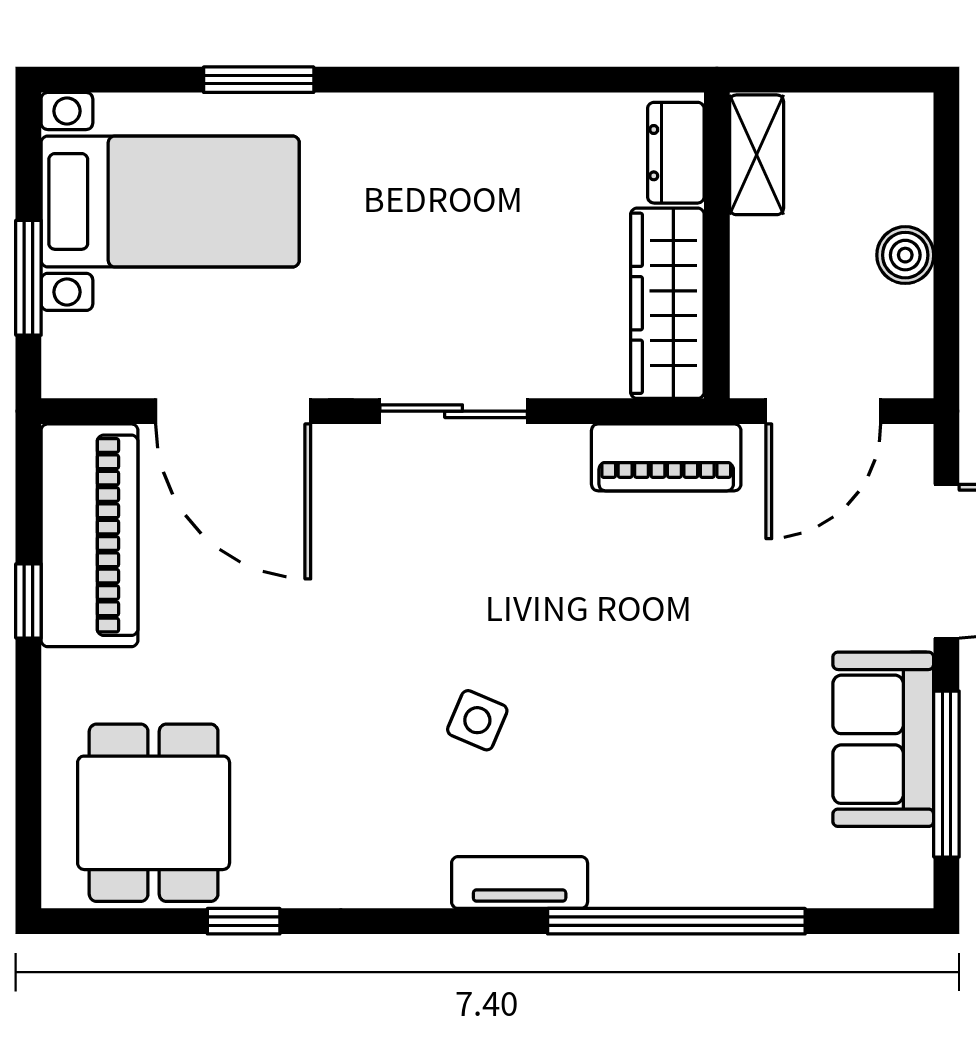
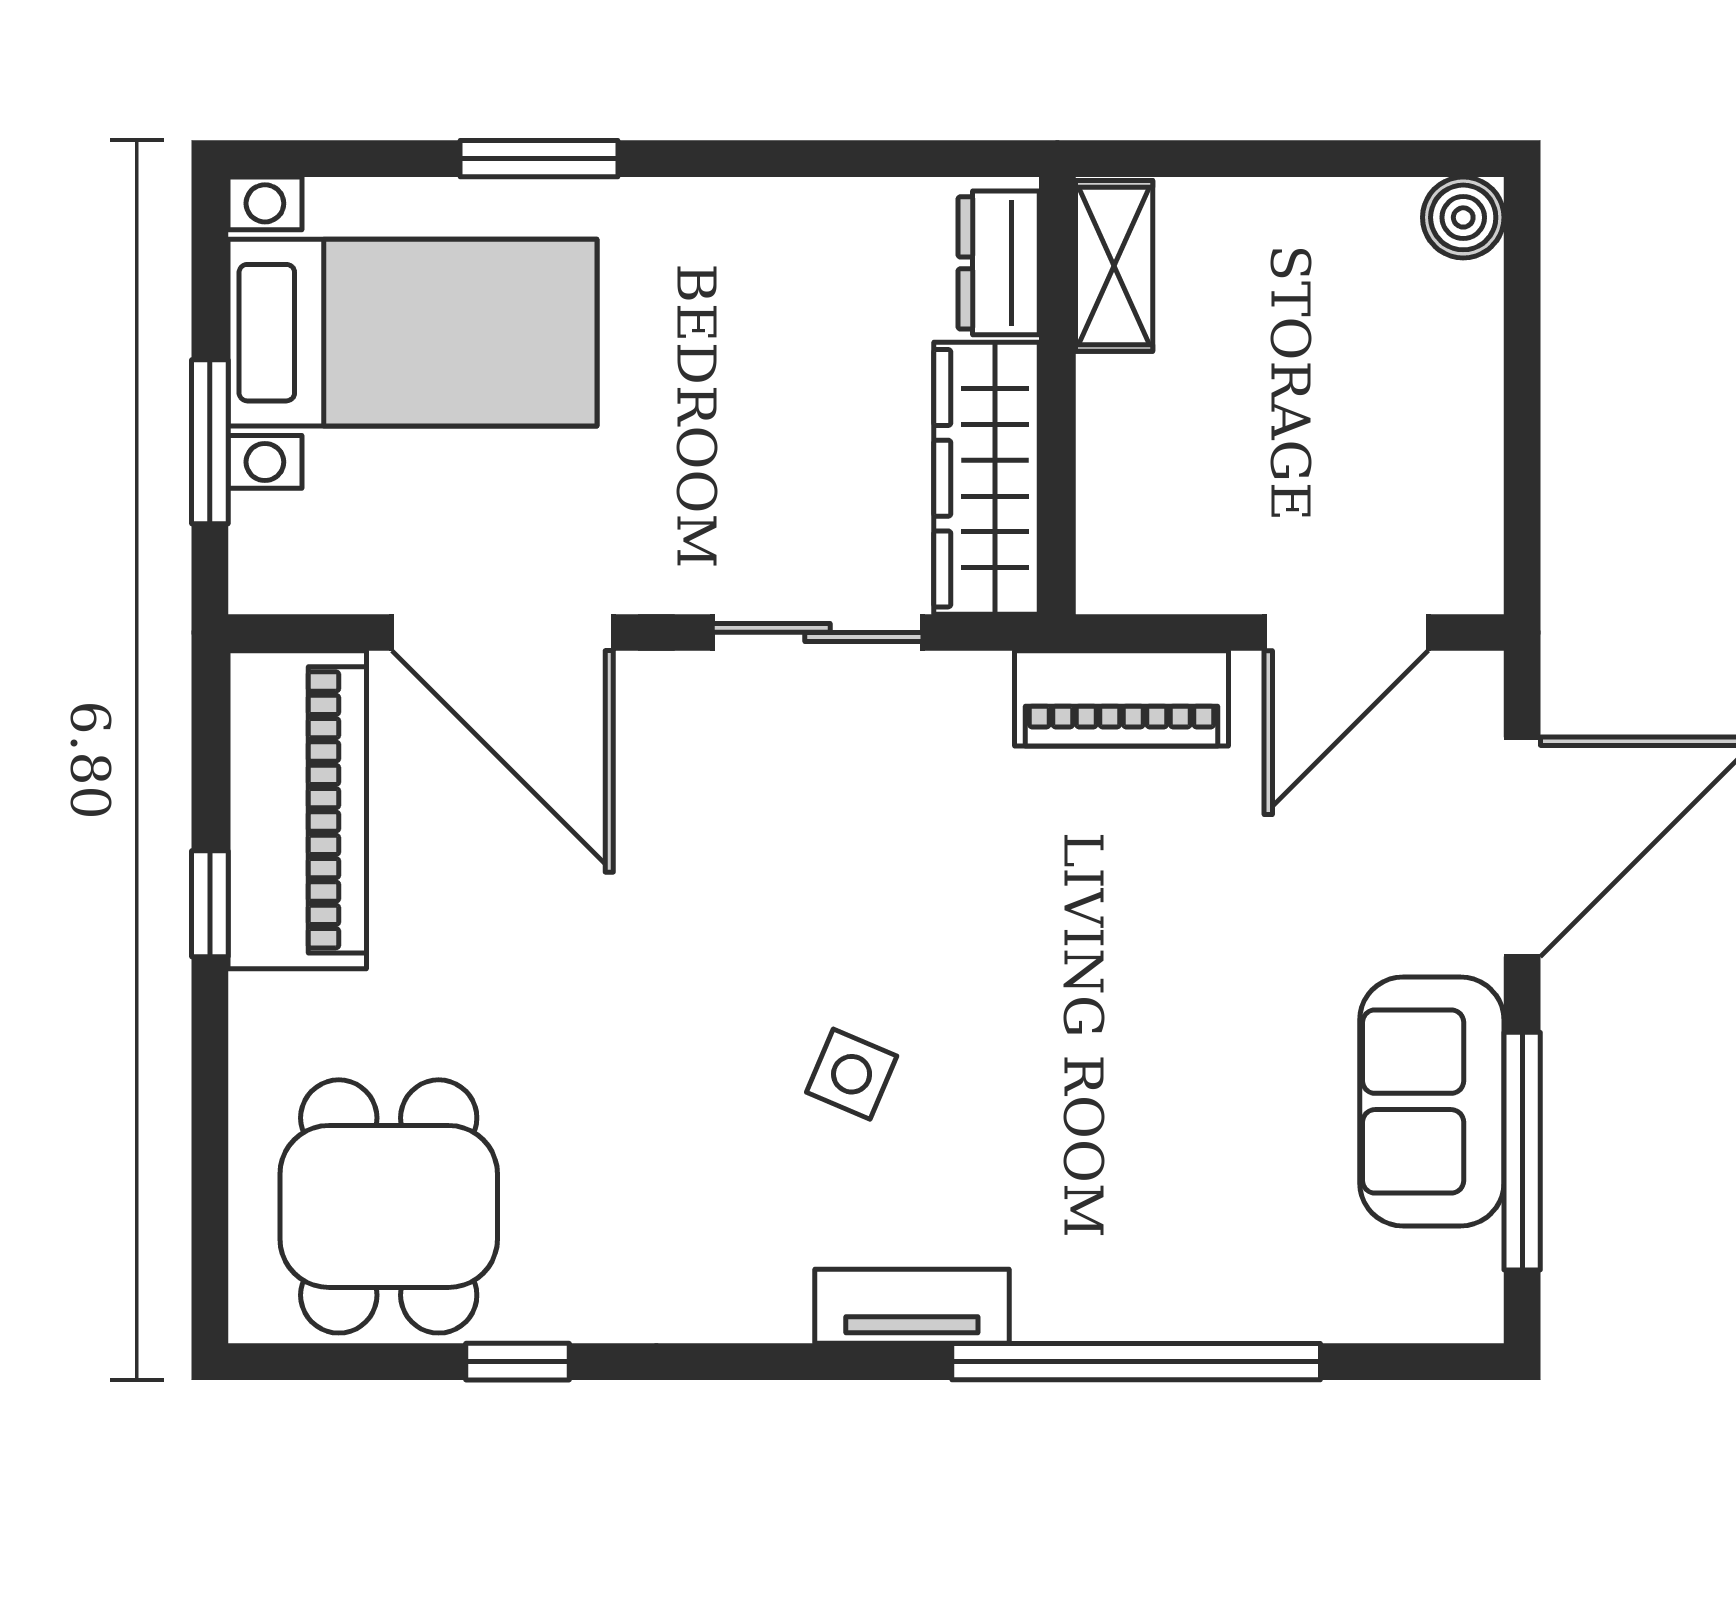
dresser: (676, 153) -> (999, 263), moved
shelving: (757, 155) -> (1114, 266), moved
wall: (717, 245) -> (1057, 396), moved
boiler: (905, 255) -> (1463, 217), moved
wardrobe: (667, 303) -> (987, 478), moved

